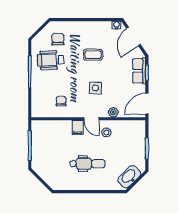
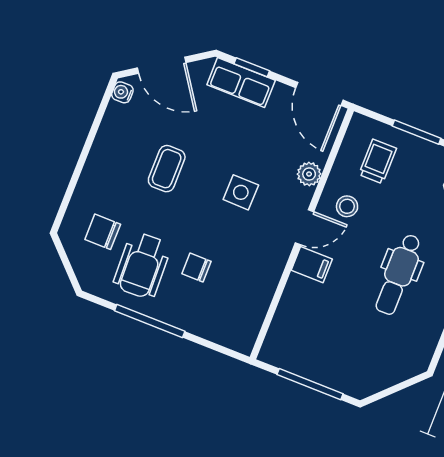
chair: (61, 101) -> (196, 268), moved
trolley: (129, 138) -> (378, 161), added
dental chair: (87, 164) -> (399, 274), turned 180

